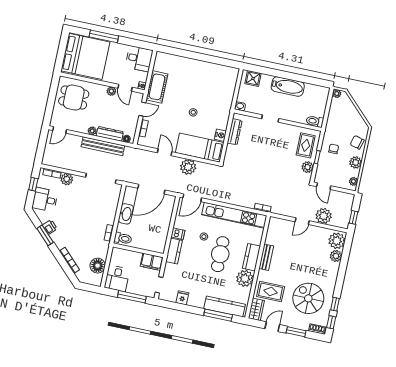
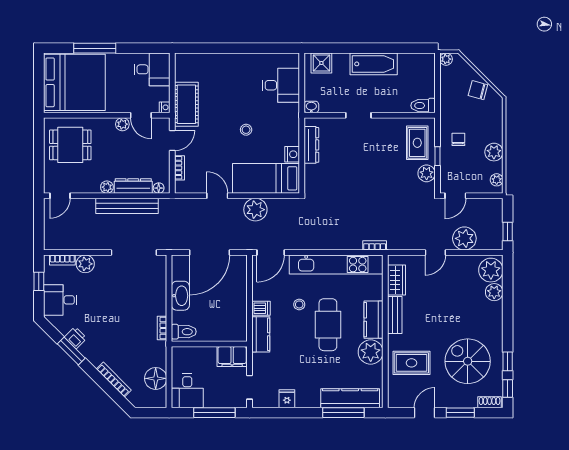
desk: (223, 88) -> (281, 85), added
chair: (357, 142) -> (478, 90), moved
door: (324, 186) -> (455, 196), hinge flipped
wardrobe: (256, 309) -> (396, 280), moved

